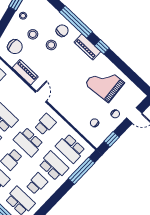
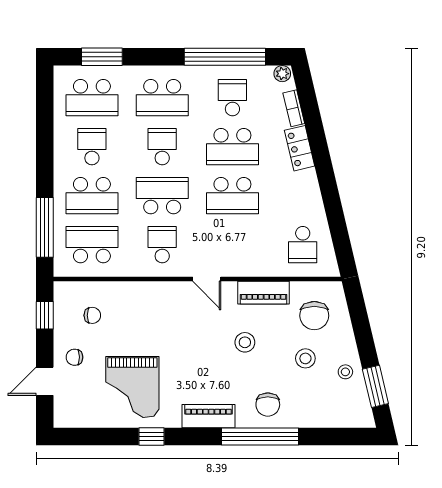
stool: (51, 45) -> (245, 342), moved
chair: (15, 47) -> (314, 316), turned -85
window: (102, 47) -> (151, 436), moved
grand piano: (105, 83) -> (132, 387), turned 95
school desk: (45, 124) -> (162, 245), turned 180
school desk: (37, 184) -> (92, 147), turned 180

